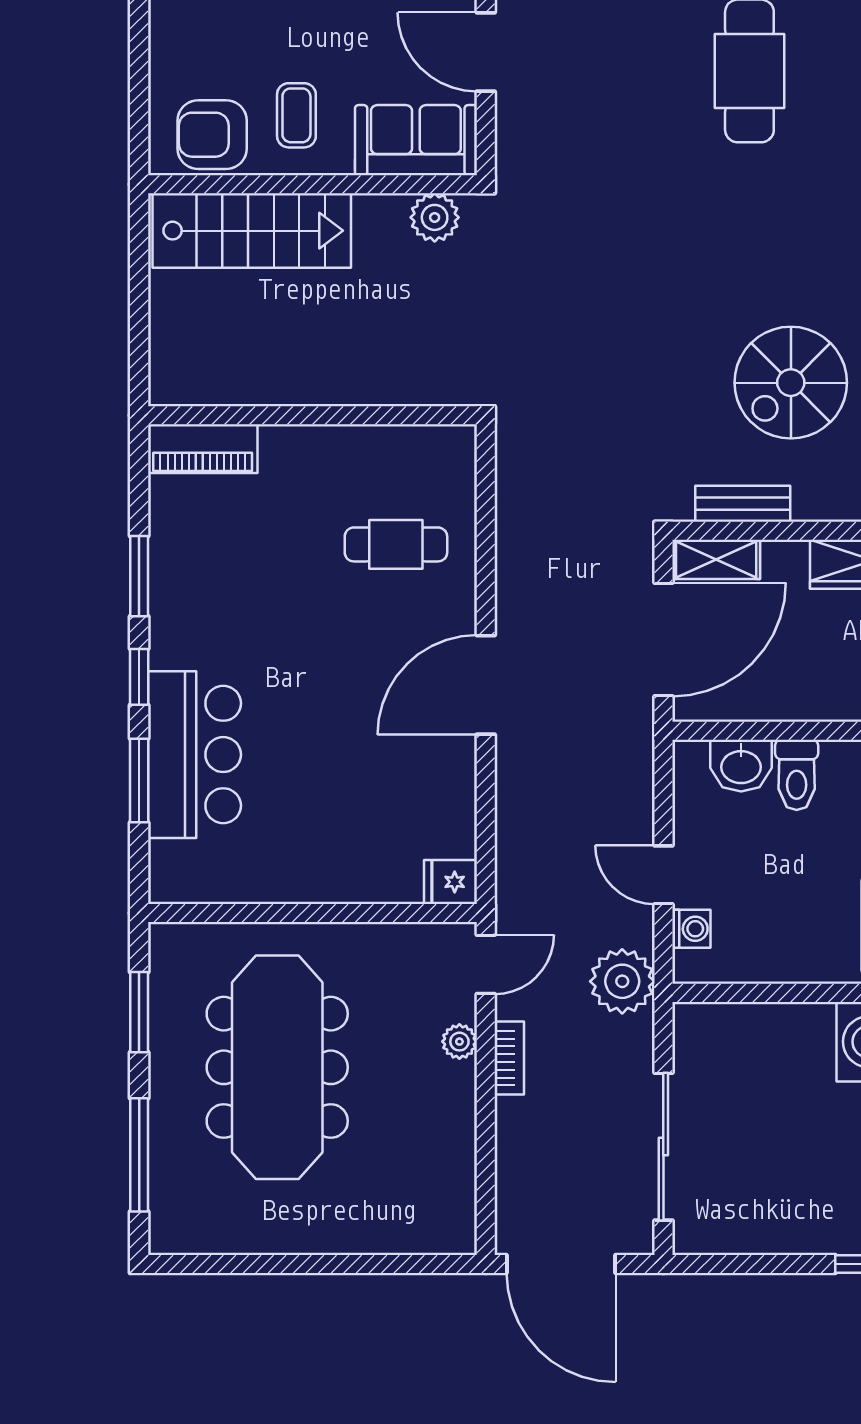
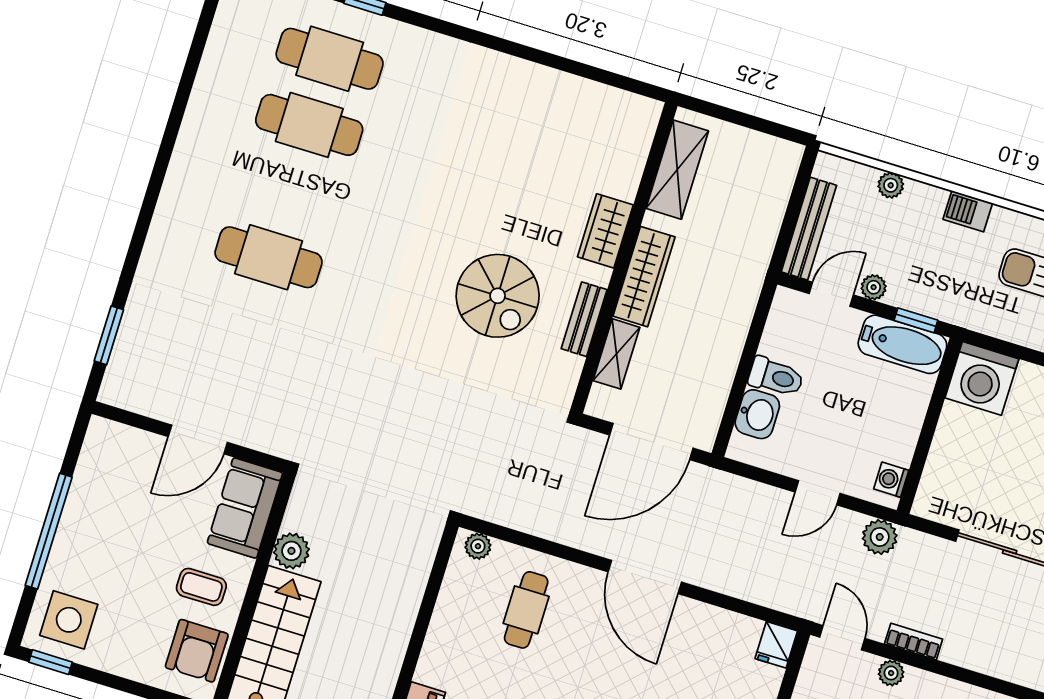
plant: (435, 217) -> (291, 551), moved
plant: (459, 457) -> (478, 546), added
bench: (743, 504) -> (584, 319), moved
shelving: (716, 559) -> (616, 354), moved
door: (663, 639) -> (651, 442), swing flipped
washing machine: (691, 929) -> (891, 480), moved, turned -90
plant: (622, 981) -> (880, 537), width x0.73, depth x0.73

